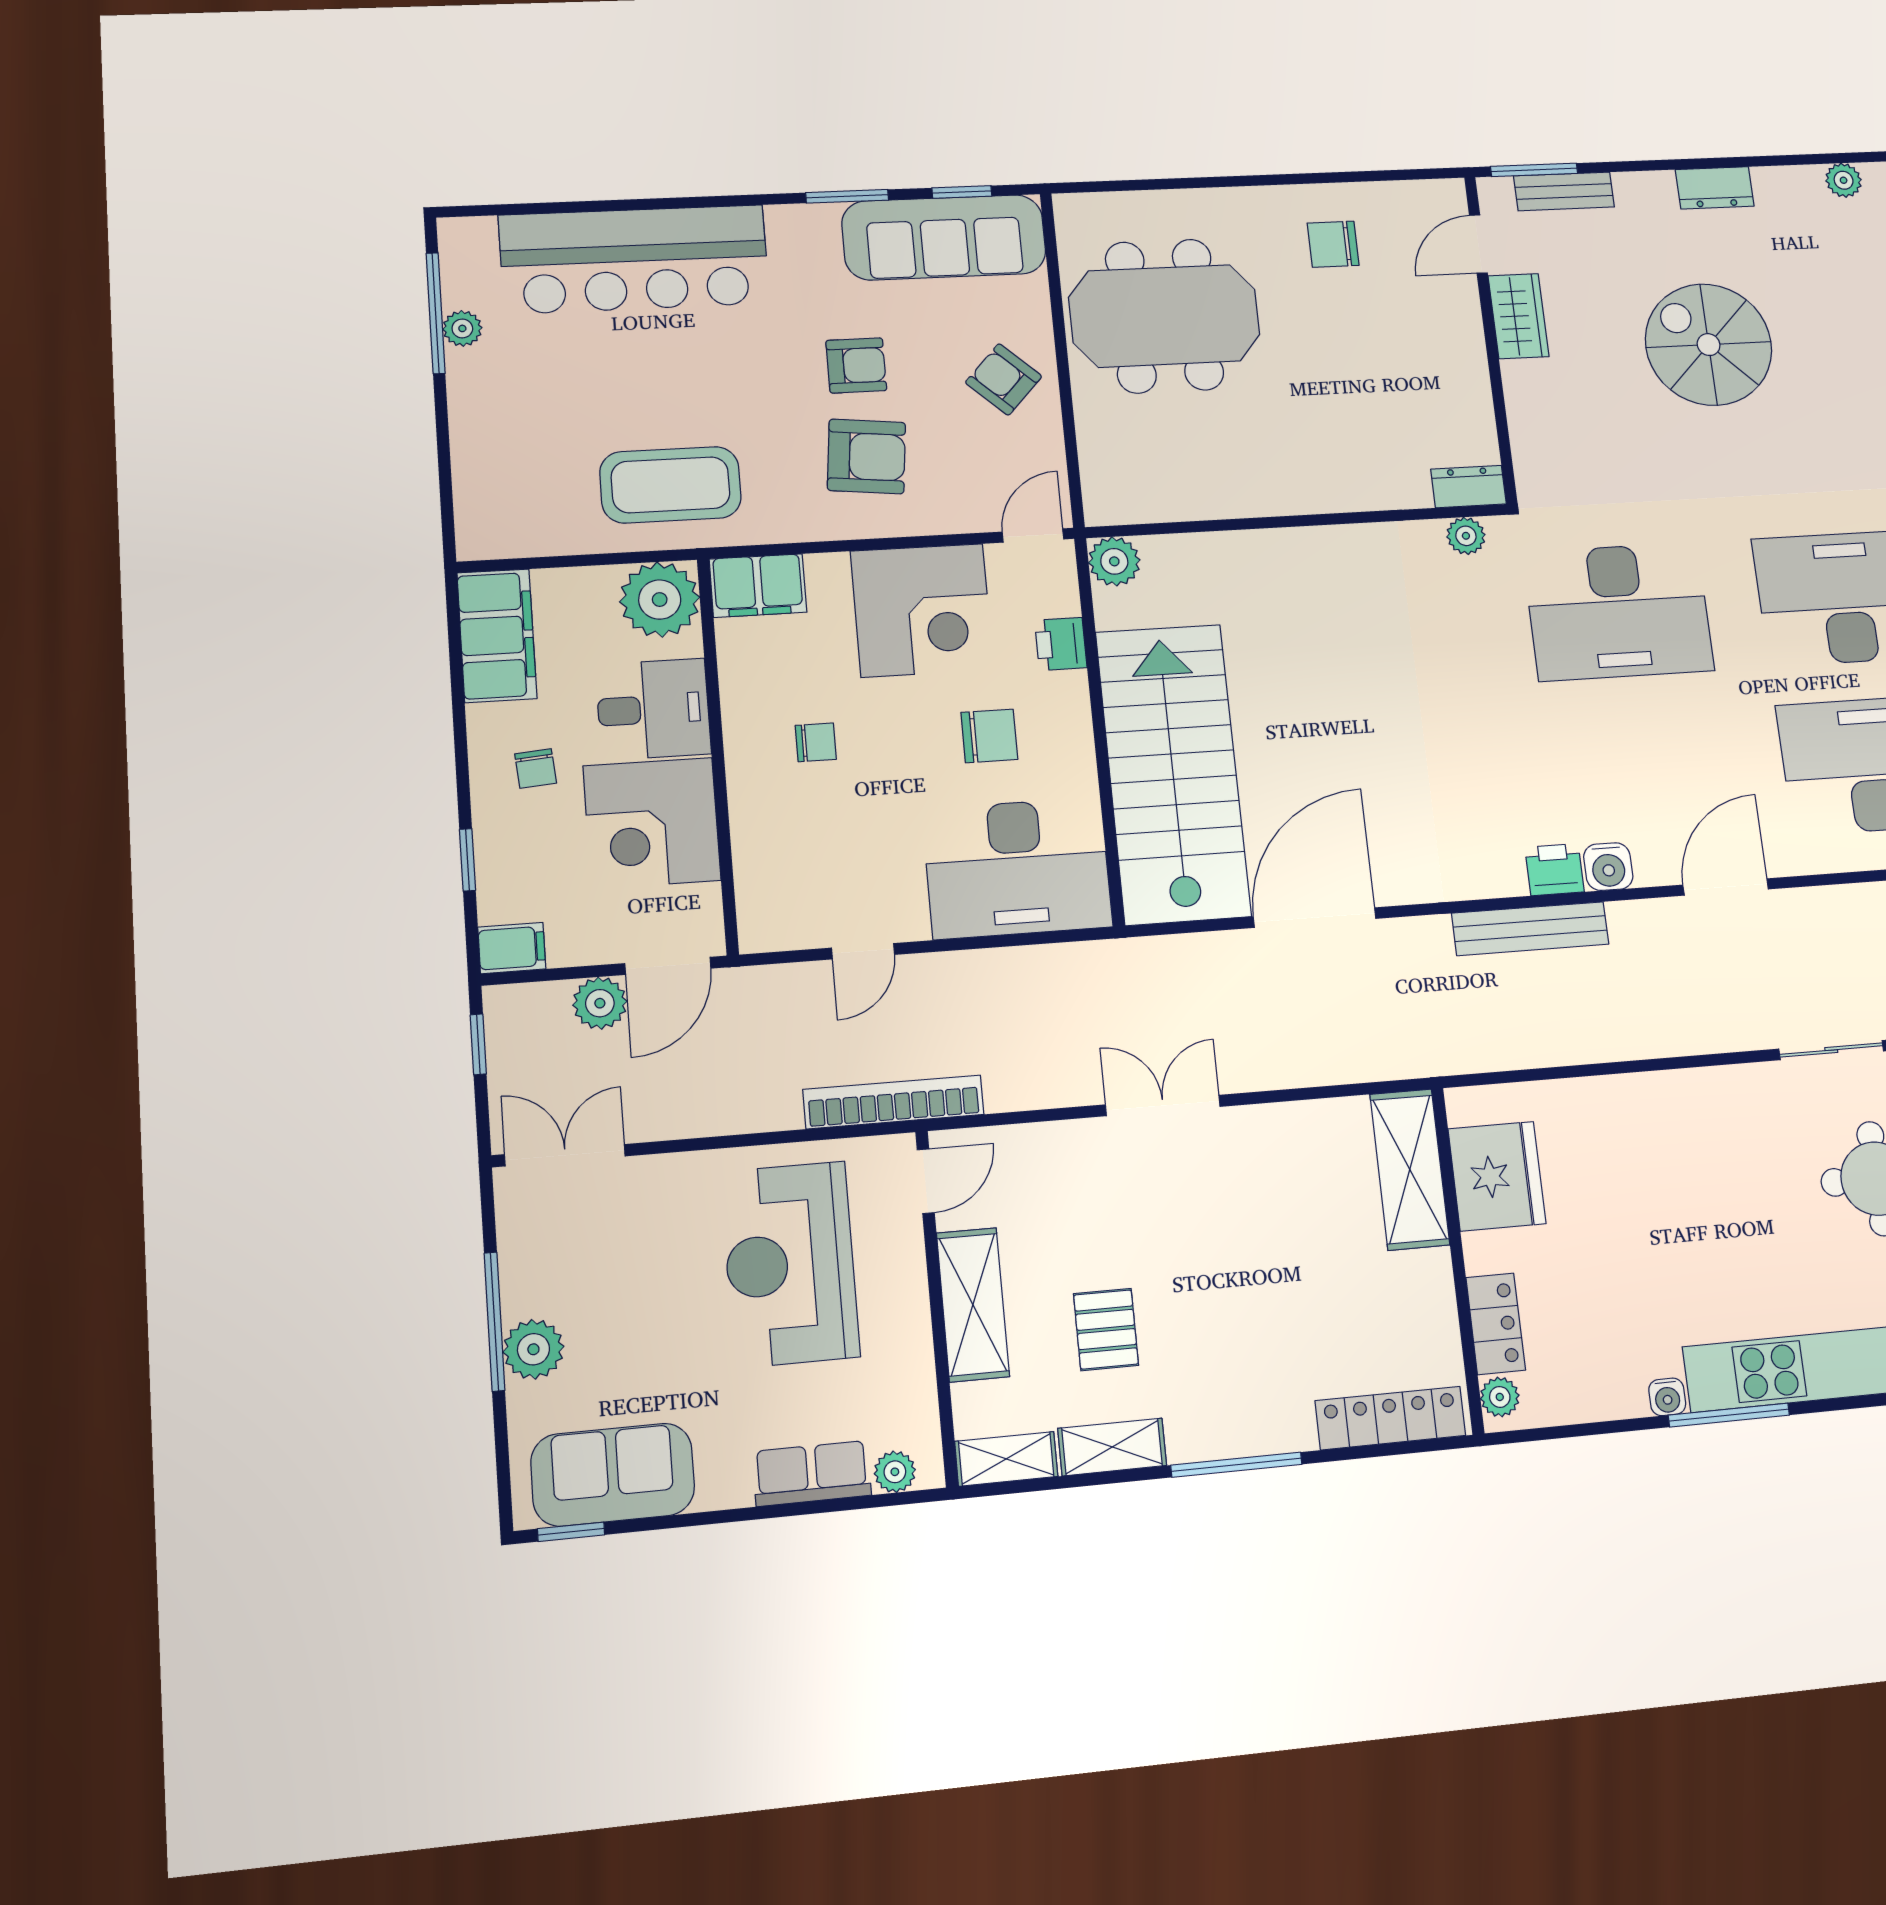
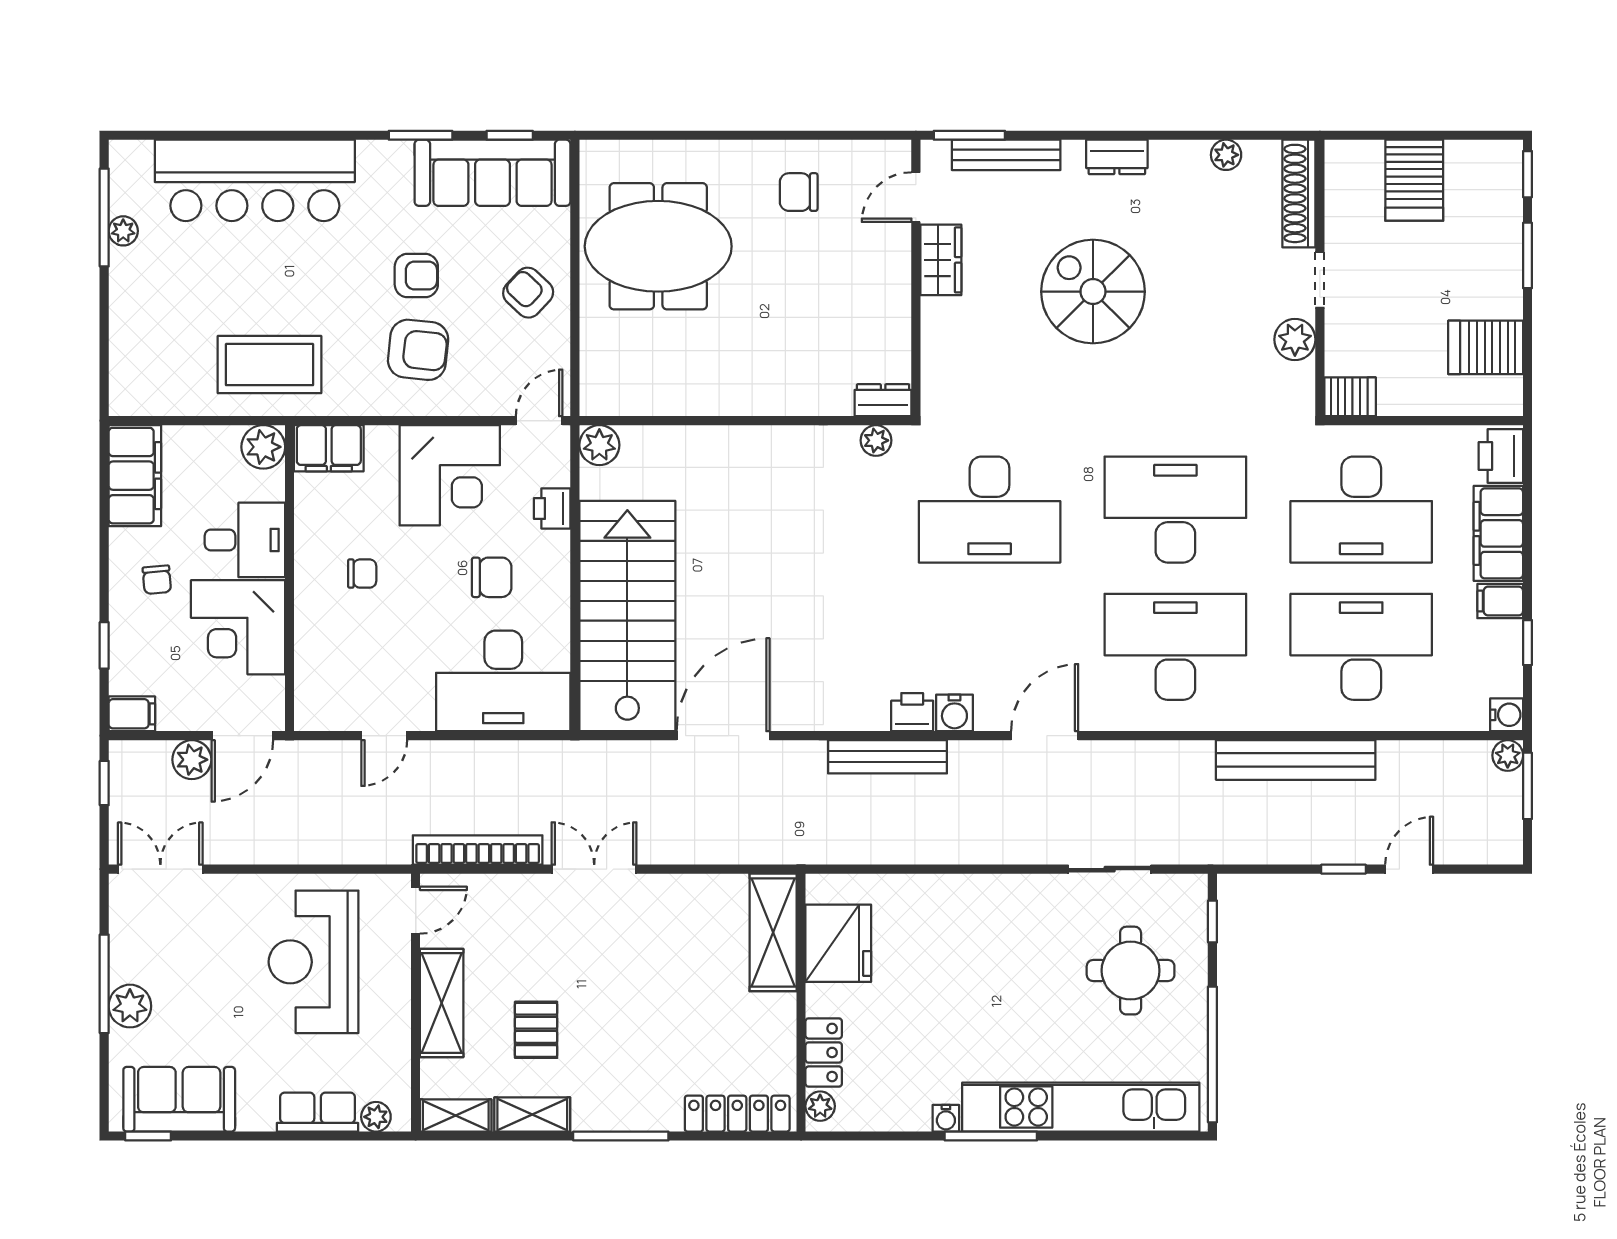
bench: (1564, 191) -> (1006, 155), width x1.36
plant: (660, 600) -> (263, 447), width x0.73, depth x0.73
bookcase: (894, 1102) -> (478, 850), moved

